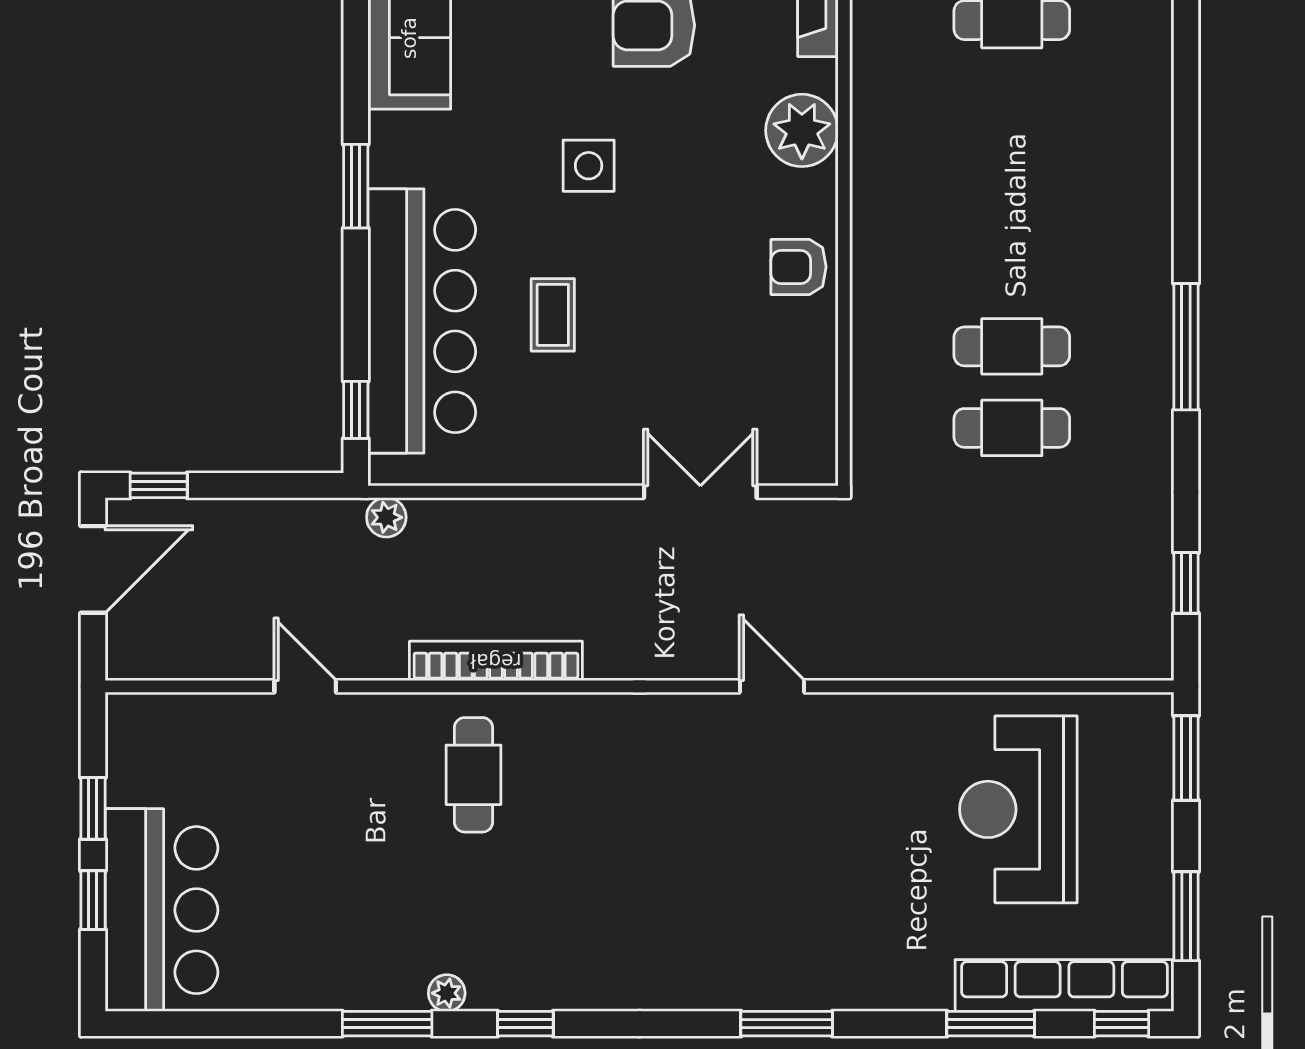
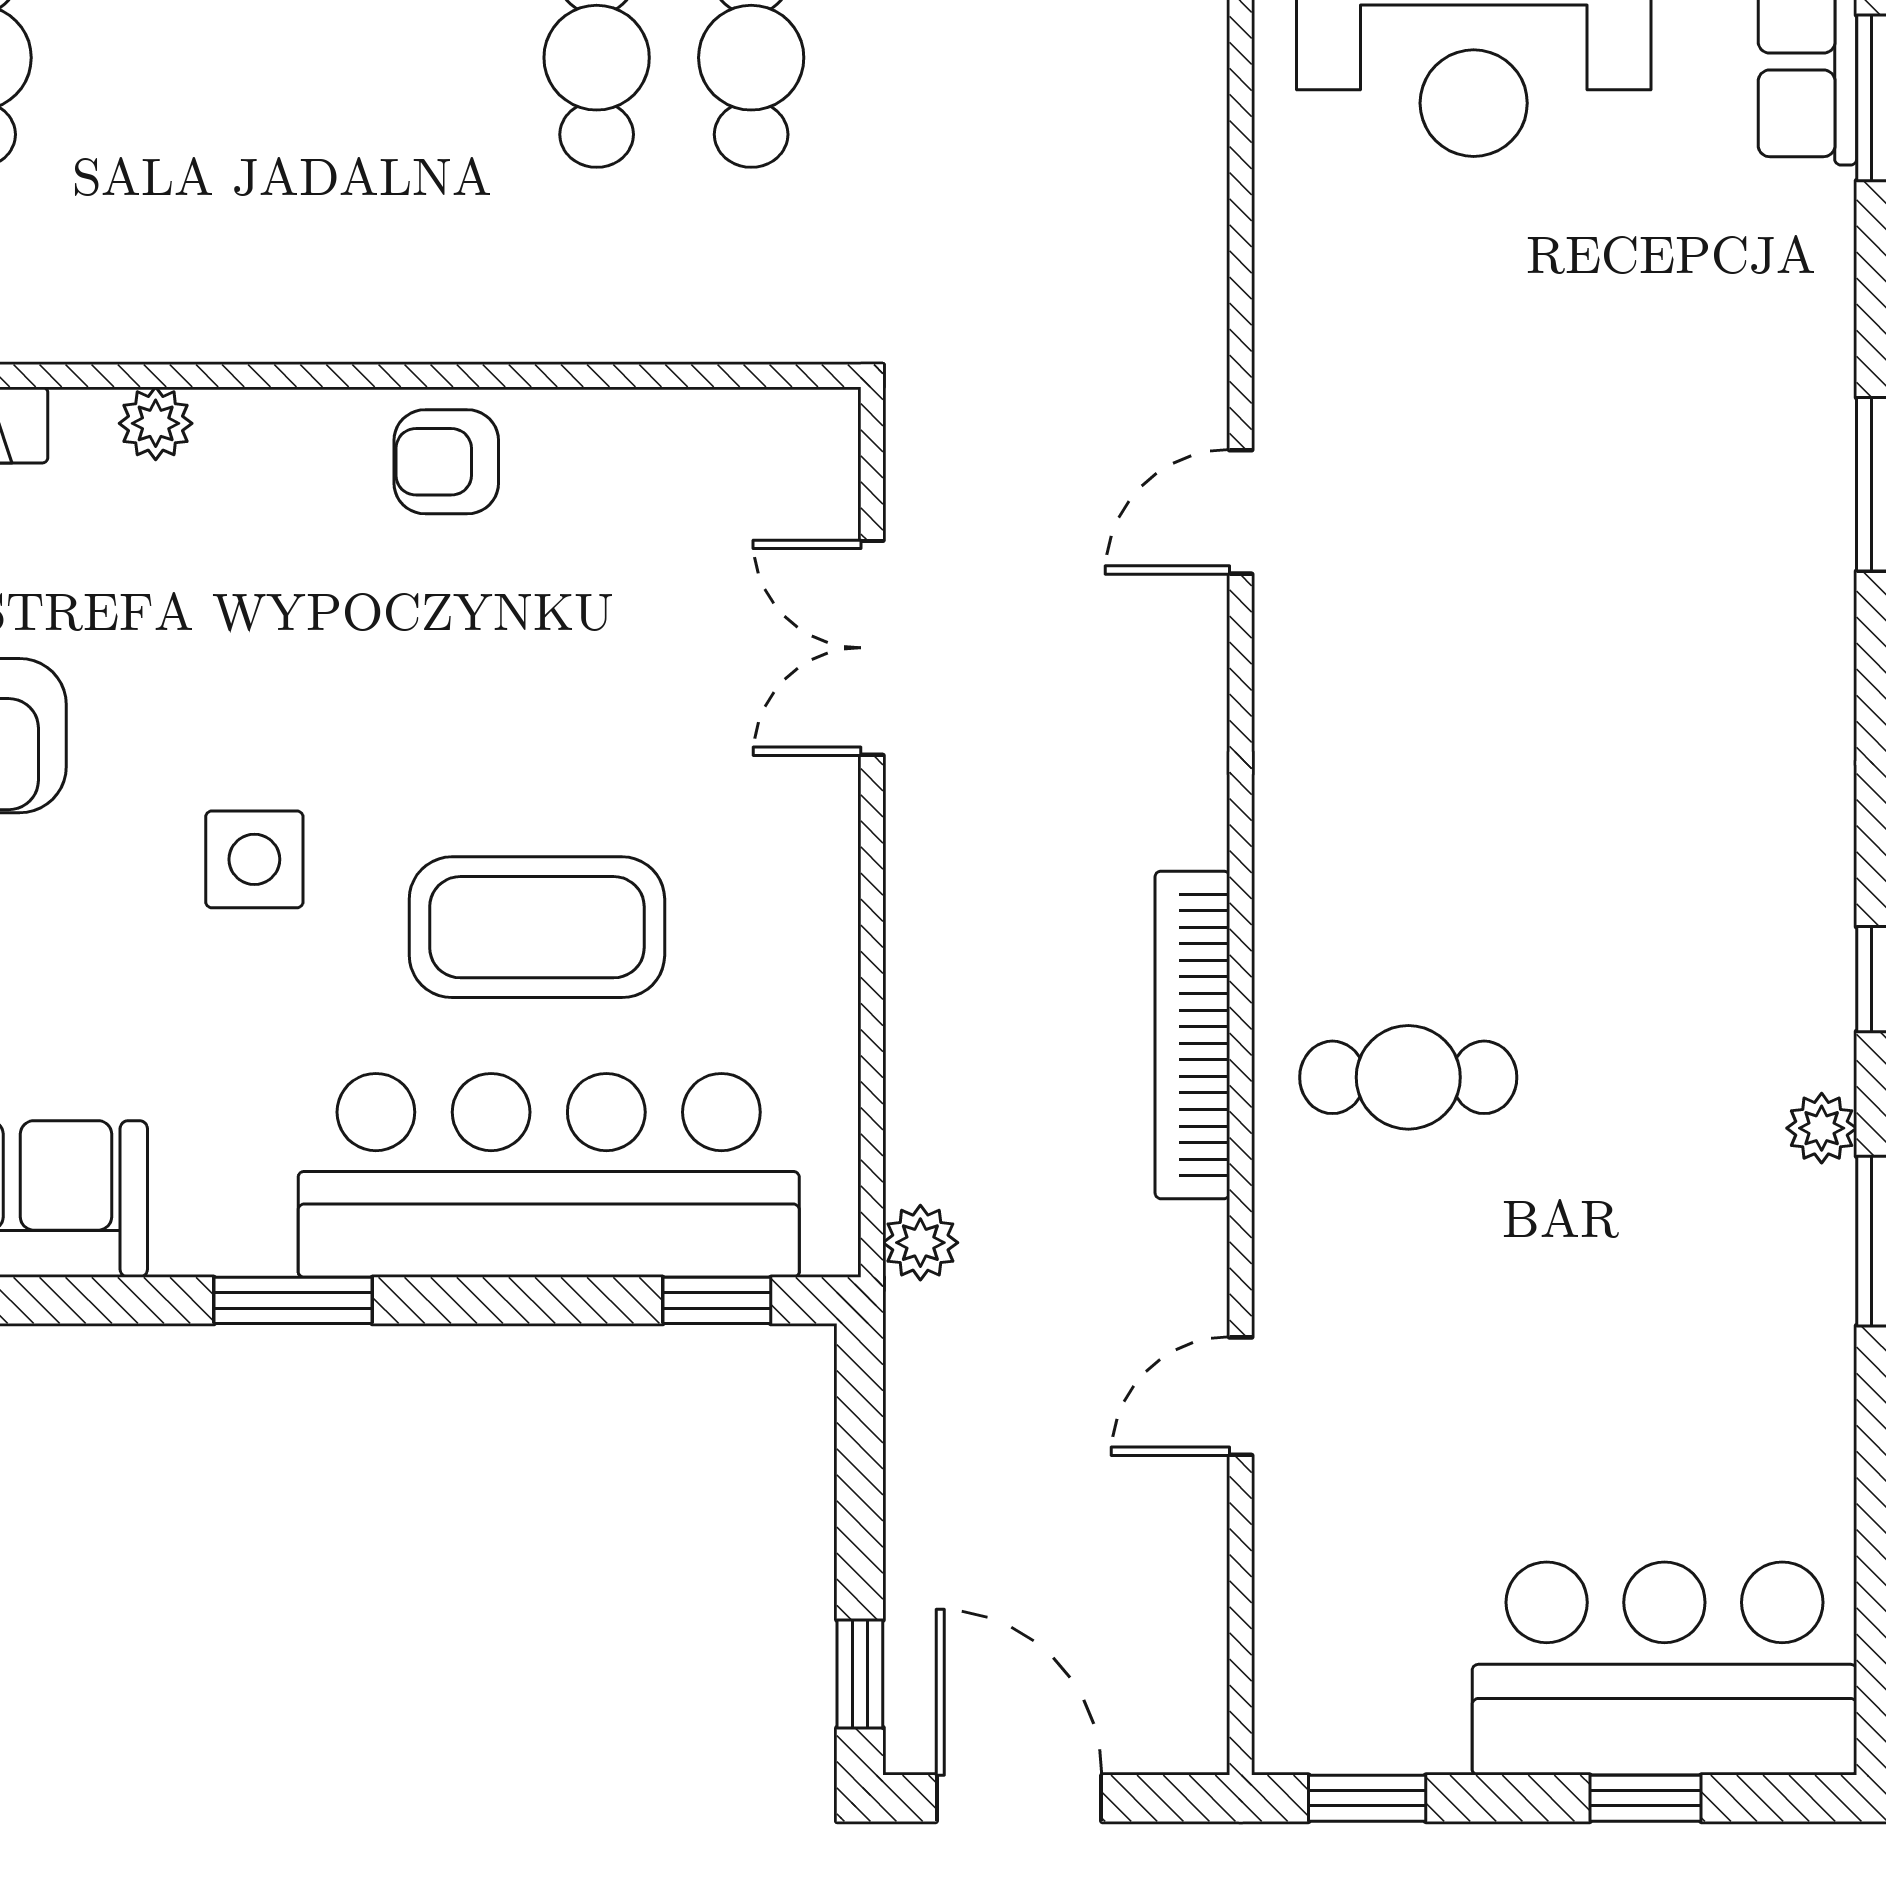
plant: (802, 130) -> (156, 423), width x0.53, depth x0.53
armchair: (798, 267) -> (446, 462), turned 90
coffee table: (553, 315) -> (537, 927), width x1.86, depth x1.72
window: (93, 808) -> (1367, 1798), moved

